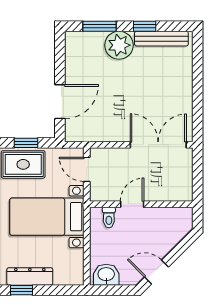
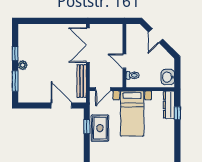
bench: (161, 39) -> (82, 81), moved
plant: (119, 45) -> (23, 65), width x0.53, depth x0.53
door: (156, 272) -> (156, 36), moved
dresser: (30, 277) -> (169, 105), moved
window: (22, 290) -> (177, 113), moved

